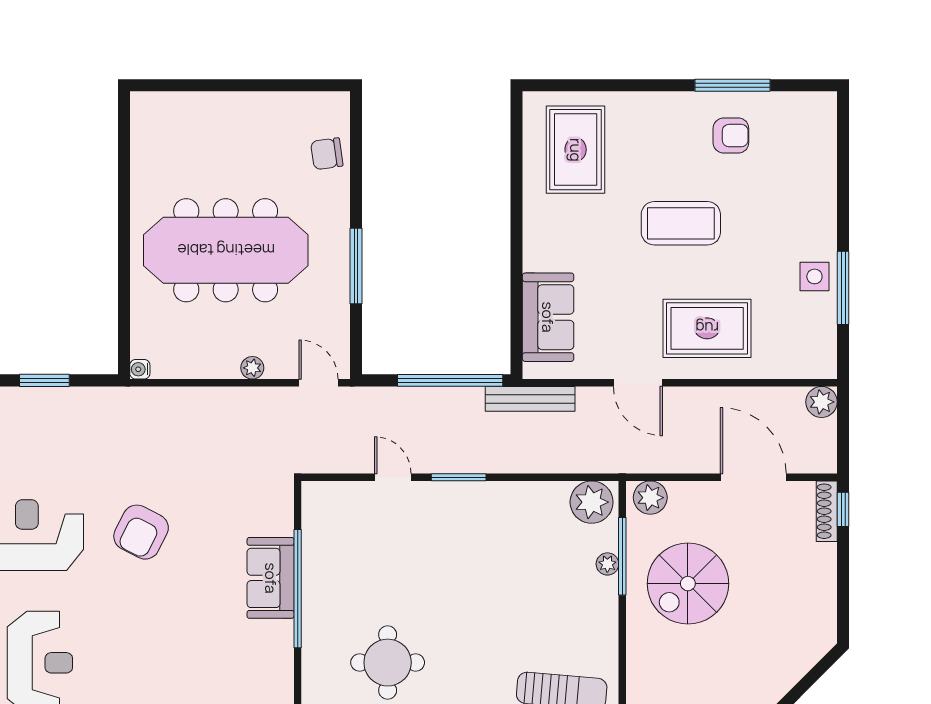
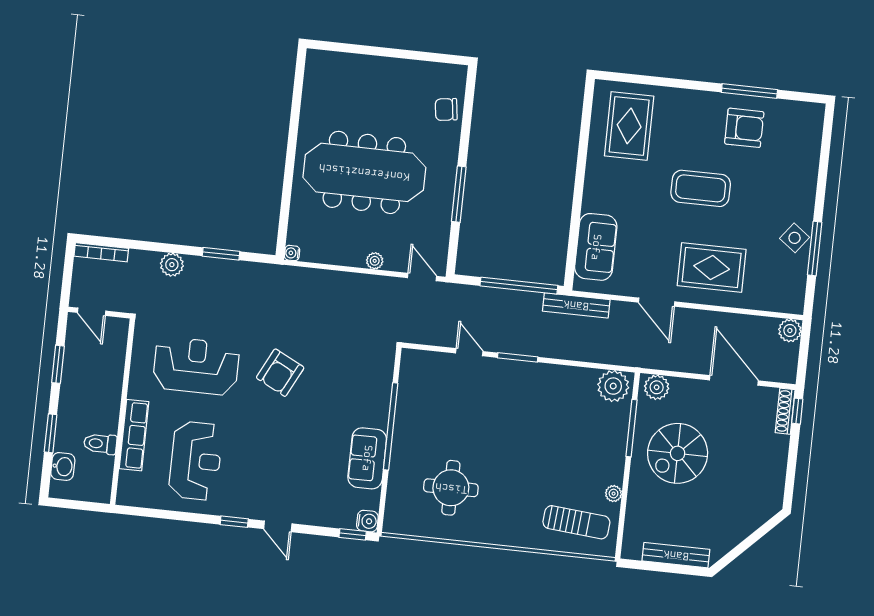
armchair: (731, 136) -> (744, 128), width x1.38, depth x1.38
side table: (814, 276) -> (795, 238), turned 37
plant: (607, 564) -> (614, 494), moved
sofa: (271, 578) -> (367, 458), moved

